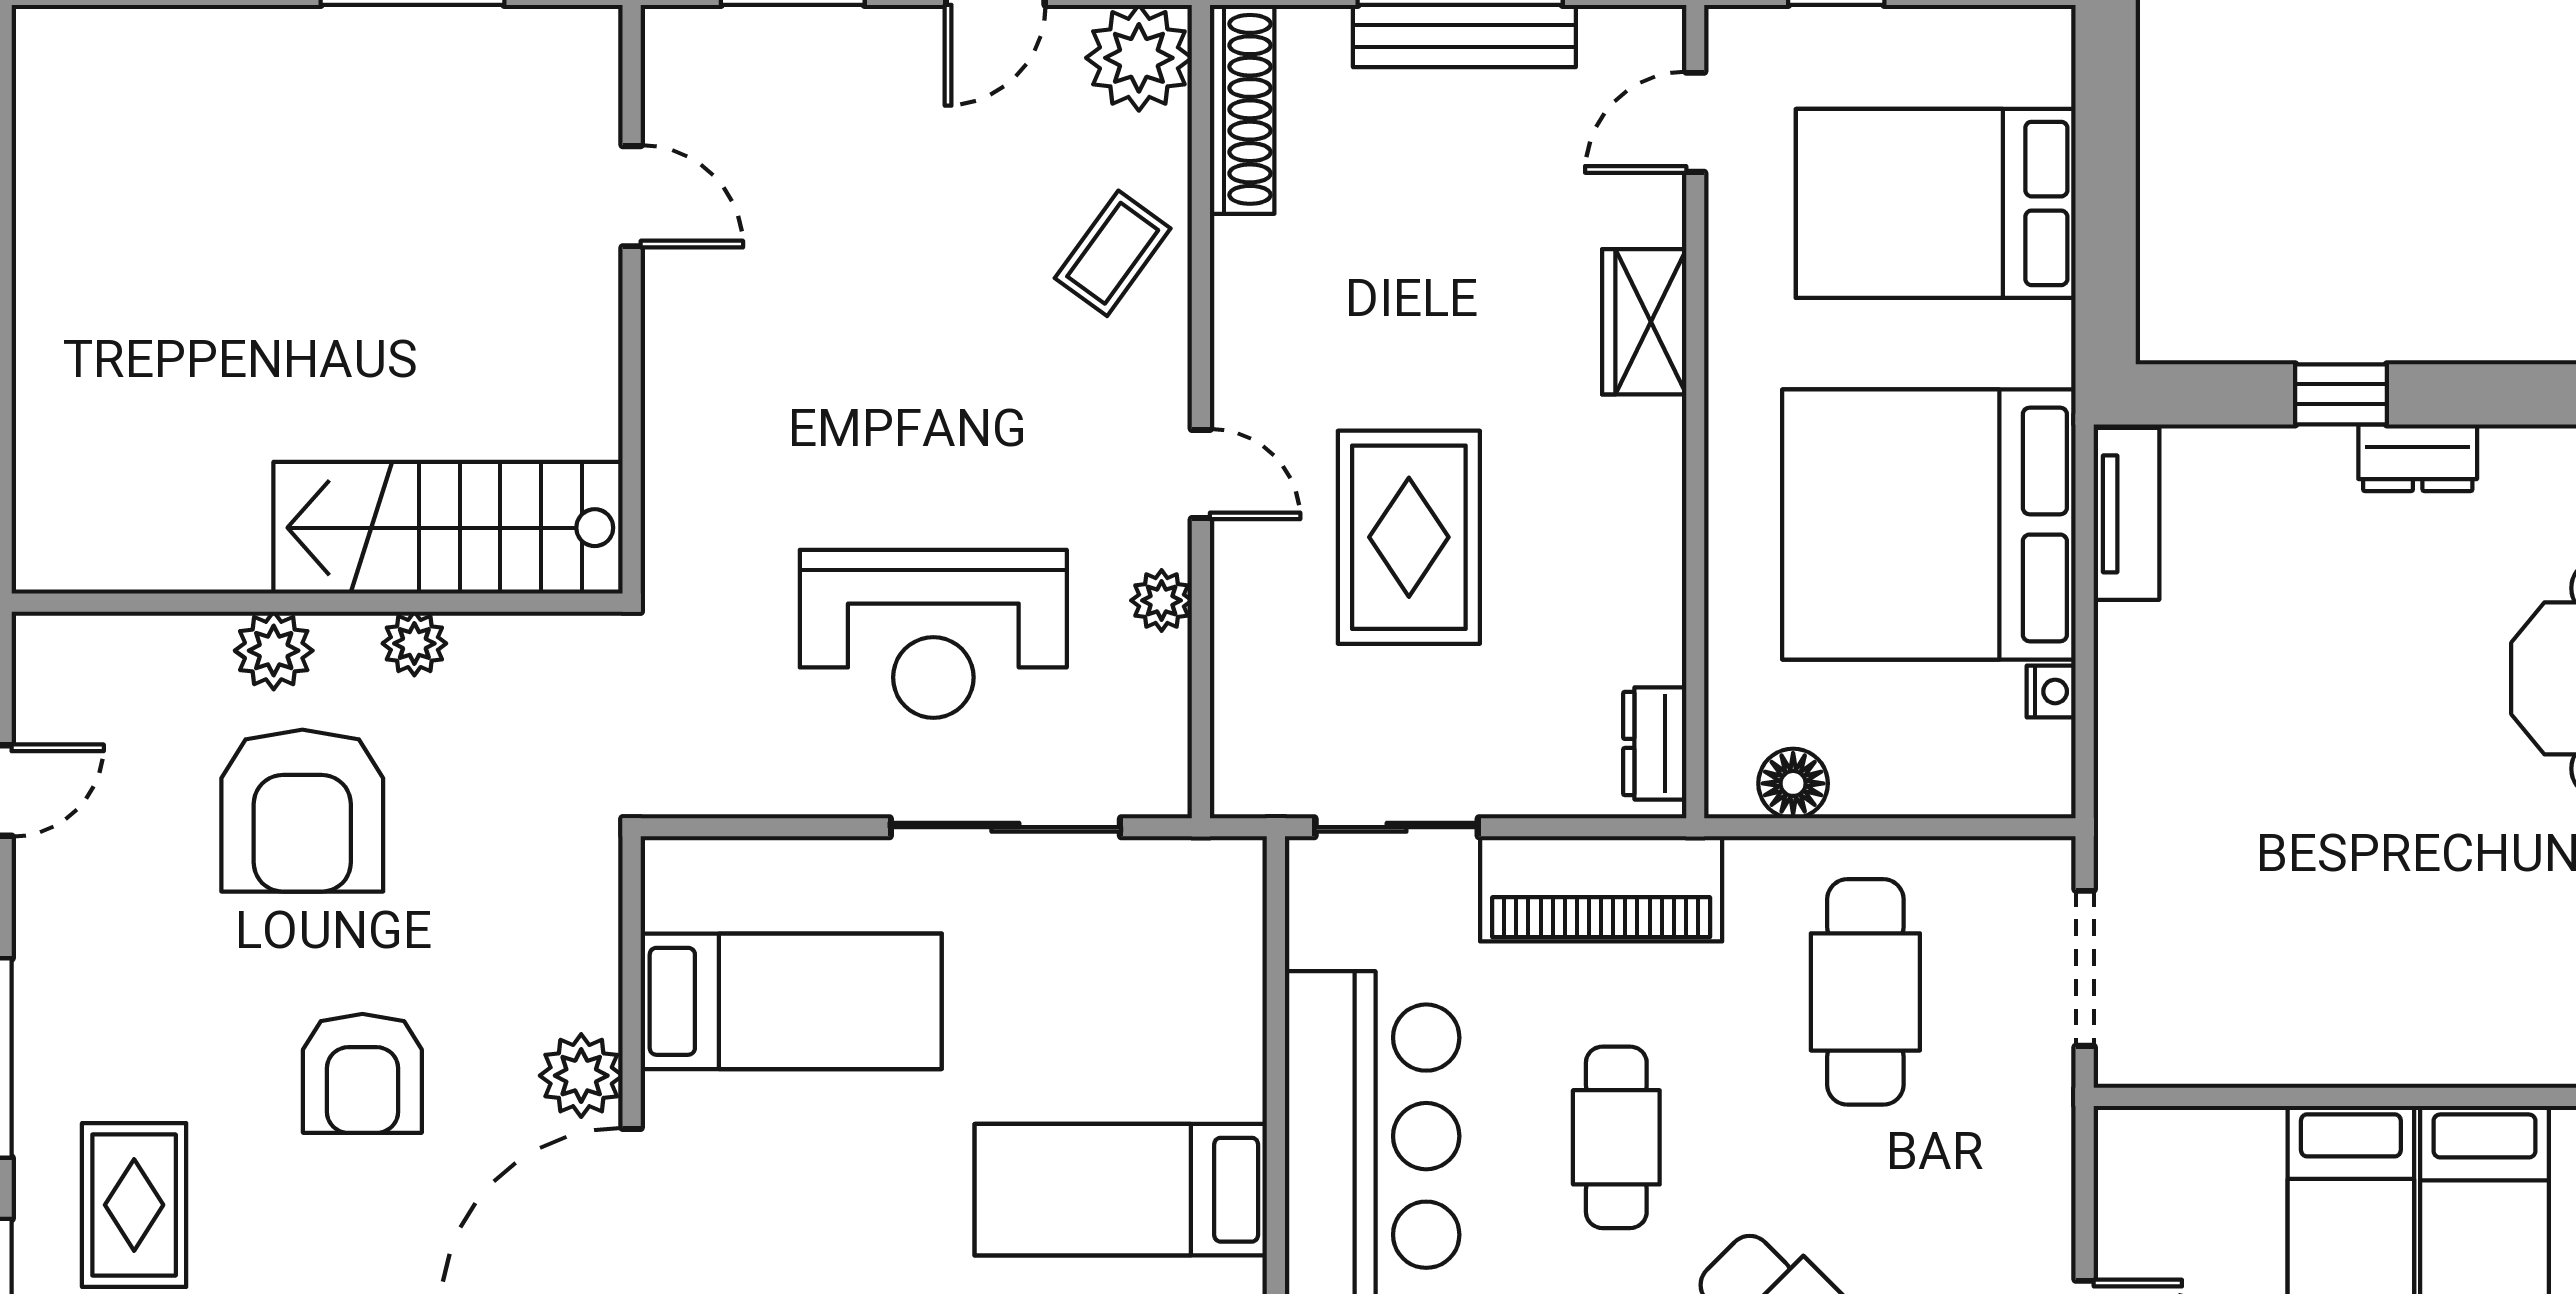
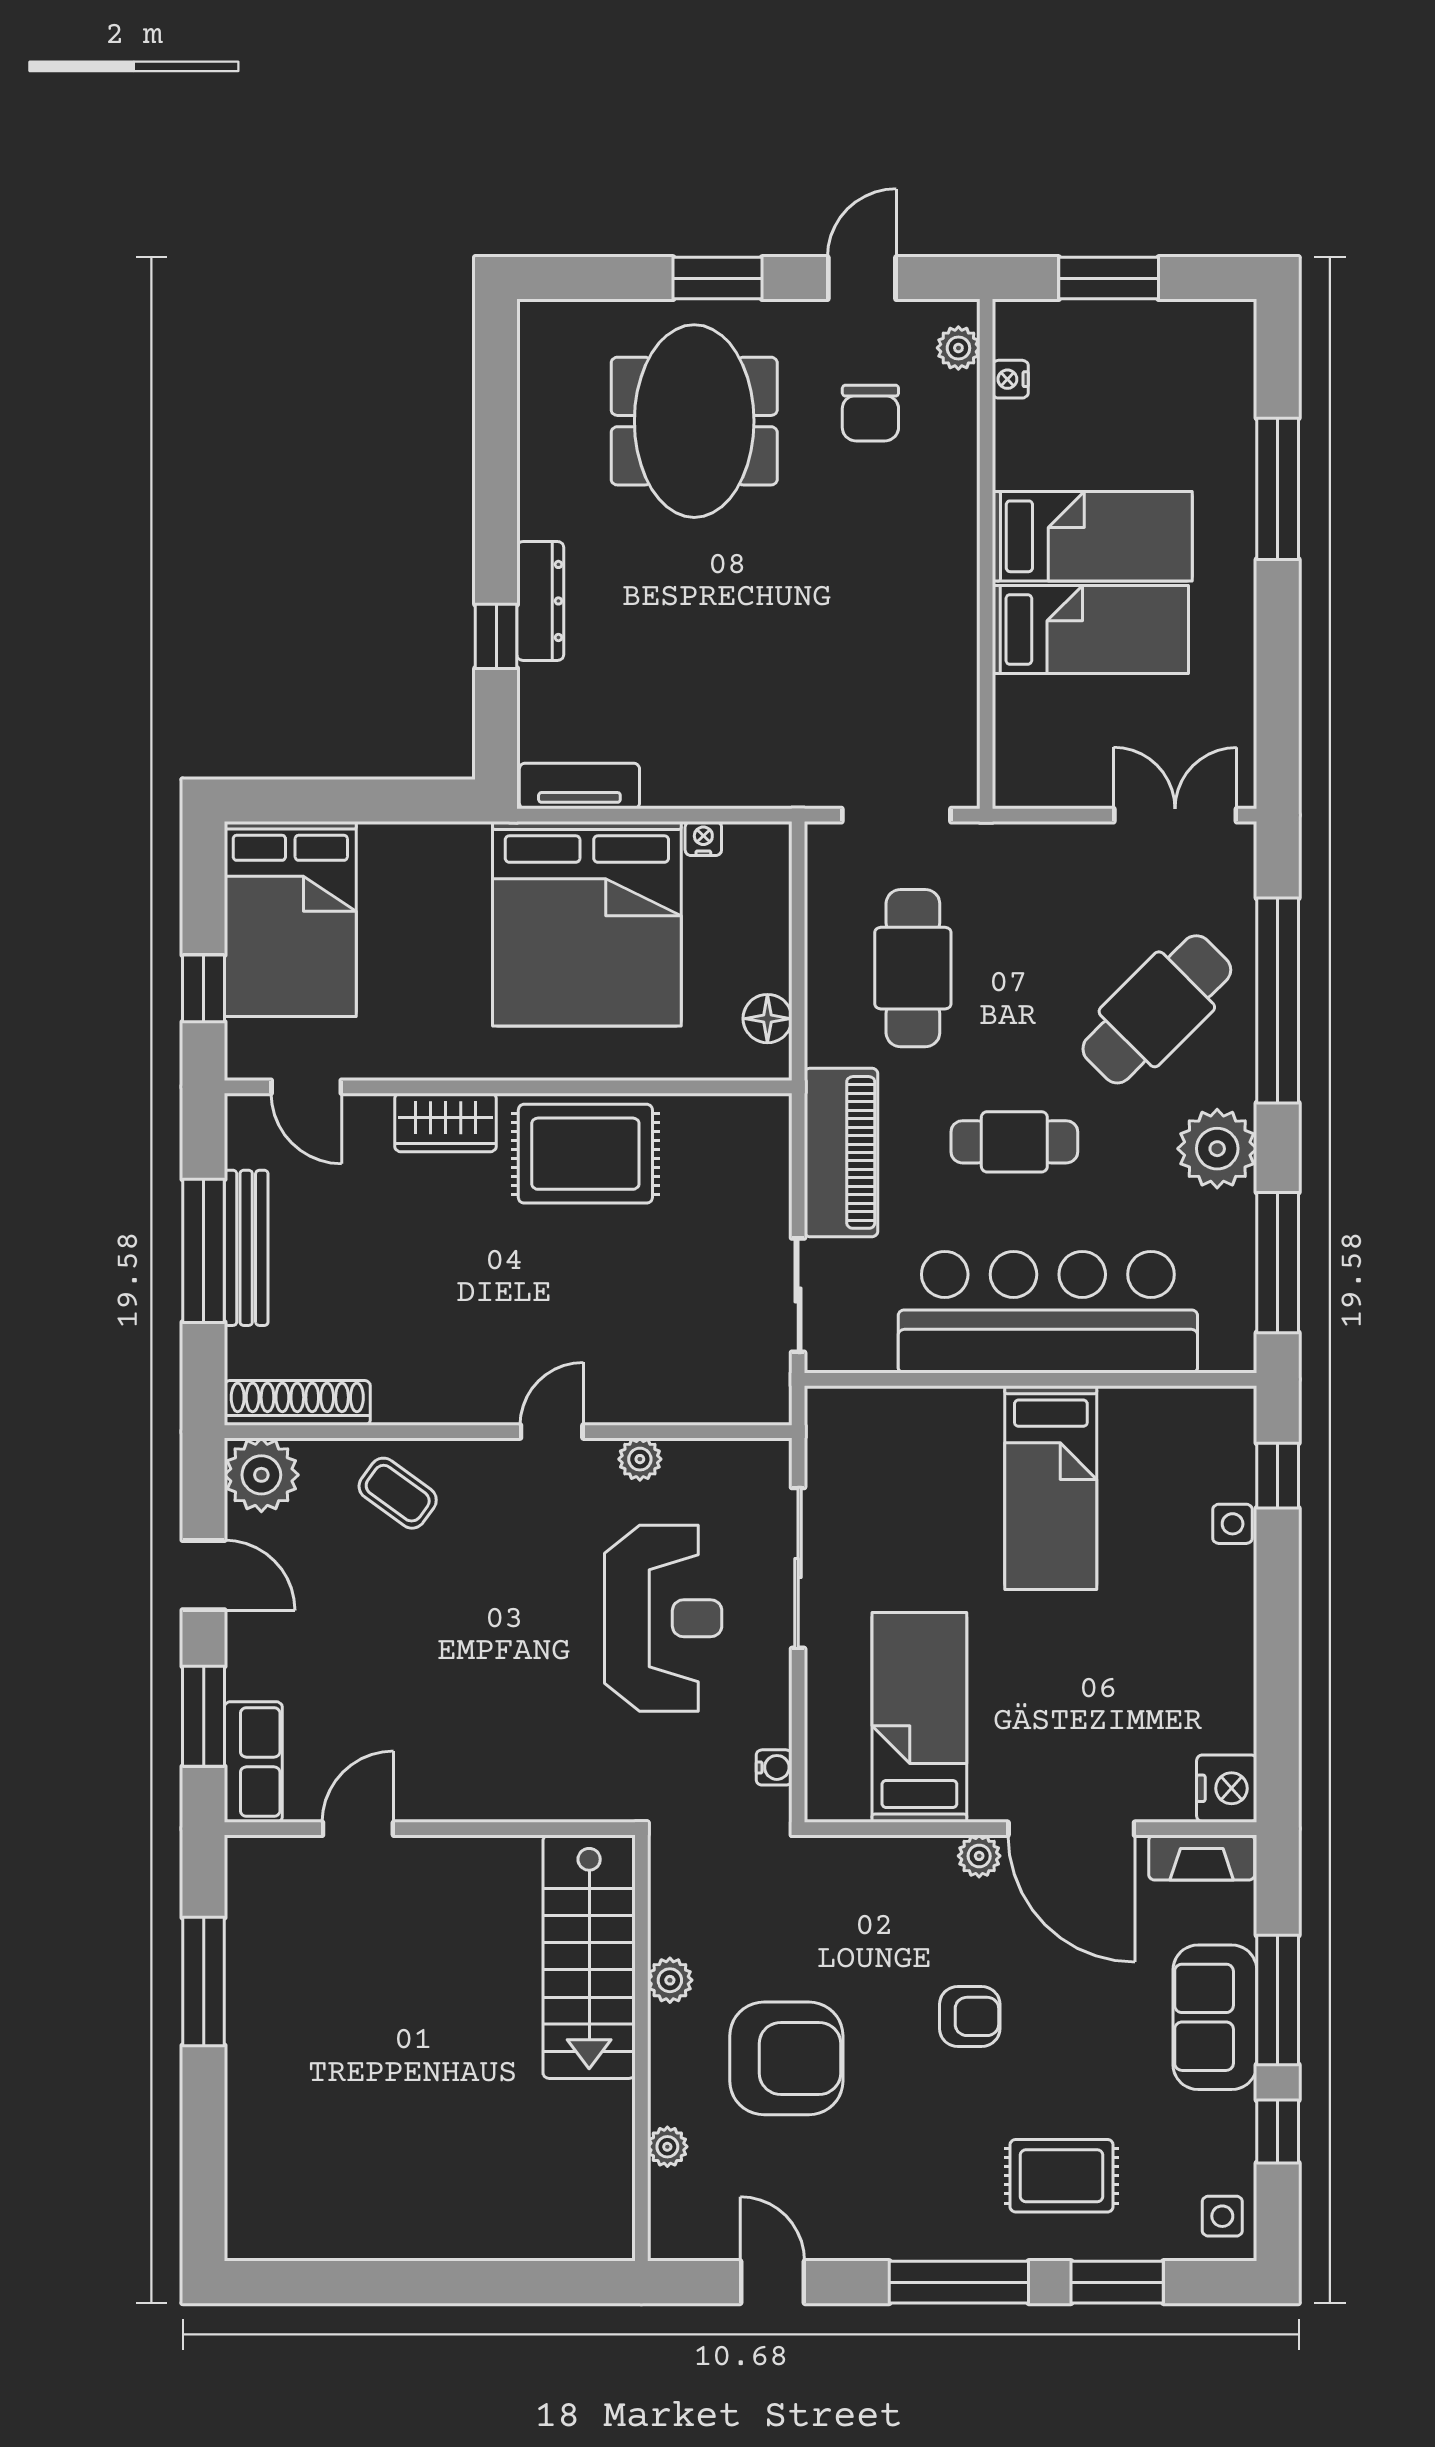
row of seats: (727, 46) -> (253, 1762), added
bed: (1936, 203) -> (290, 919), moved
dresser: (2418, 458) -> (540, 601), width x1.44
rug: (1409, 537) -> (585, 1154), moved
plant: (274, 651) -> (667, 2147), moved, width x0.73, depth x0.73
dresser: (1655, 743) -> (740, 1115), removed
water cooler: (719, 793) -> (774, 1767), added
cafe table: (1865, 992) -> (913, 968), turned 90
armchair: (362, 1073) -> (970, 2016), width x0.72, depth x0.72
plant: (581, 1076) -> (979, 1856), width x0.73, depth x0.73

